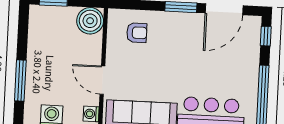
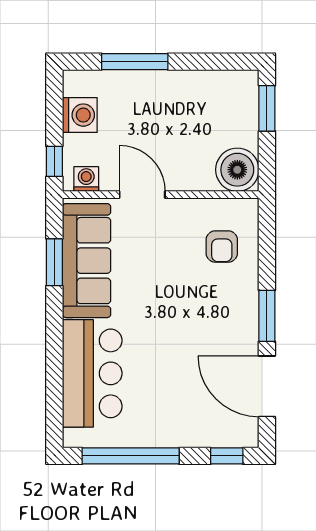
door: (102, 80) -> (142, 195), hinge flipped

